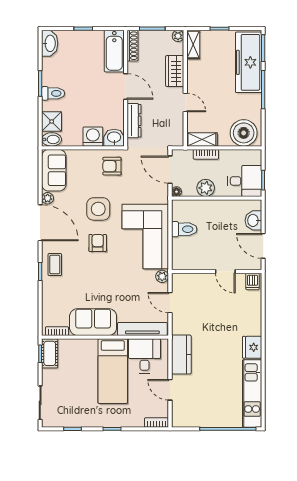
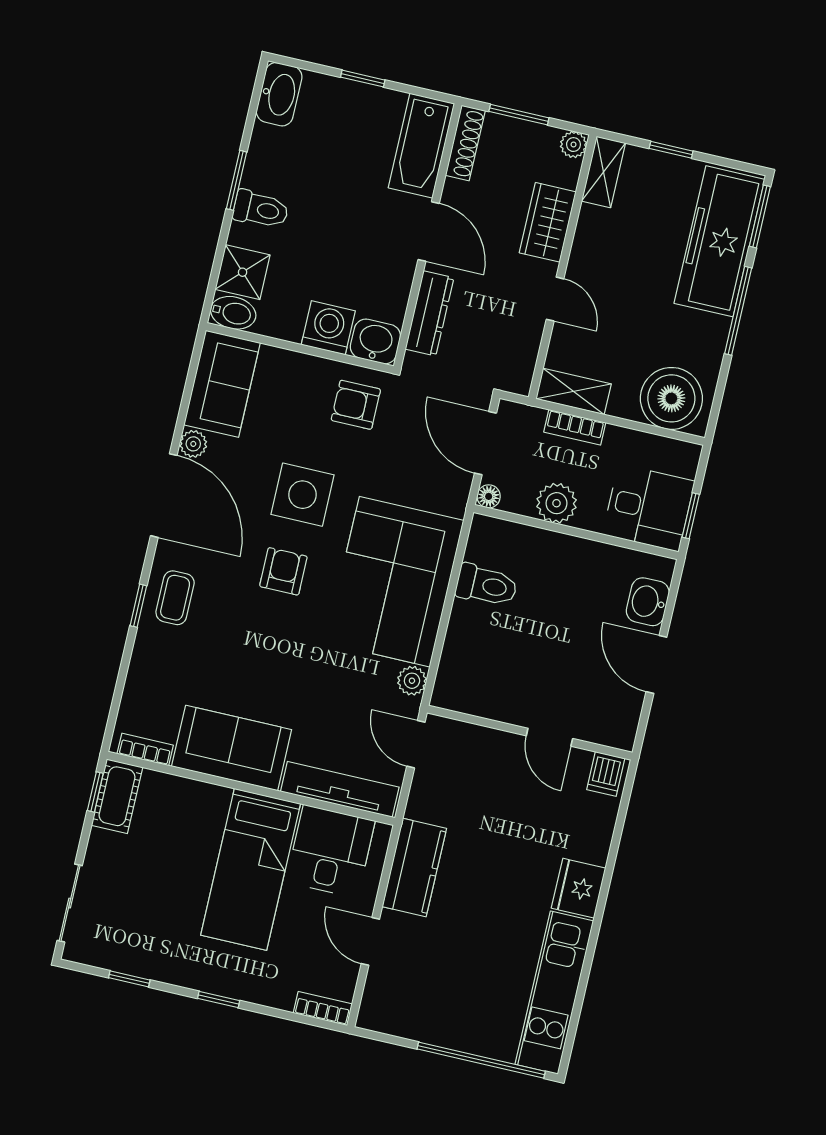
wall: (217, 271) -> (530, 733), moved
door: (225, 271) -> (549, 737), moved
dishwasher: (252, 281) -> (606, 774), moved

